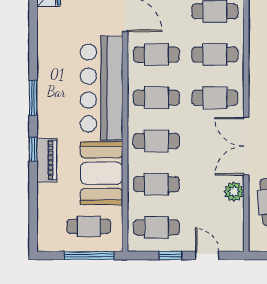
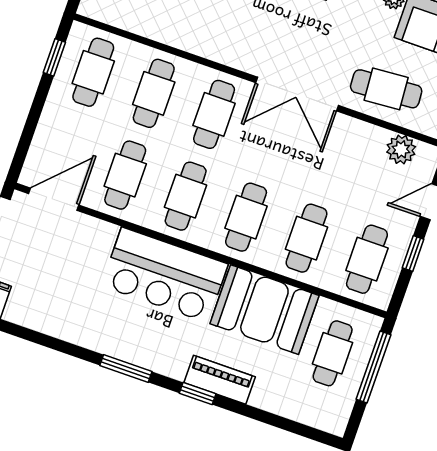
bar counter: (102, 88) -> (165, 275), width x0.73
plant: (234, 191) -> (401, 149), moved

